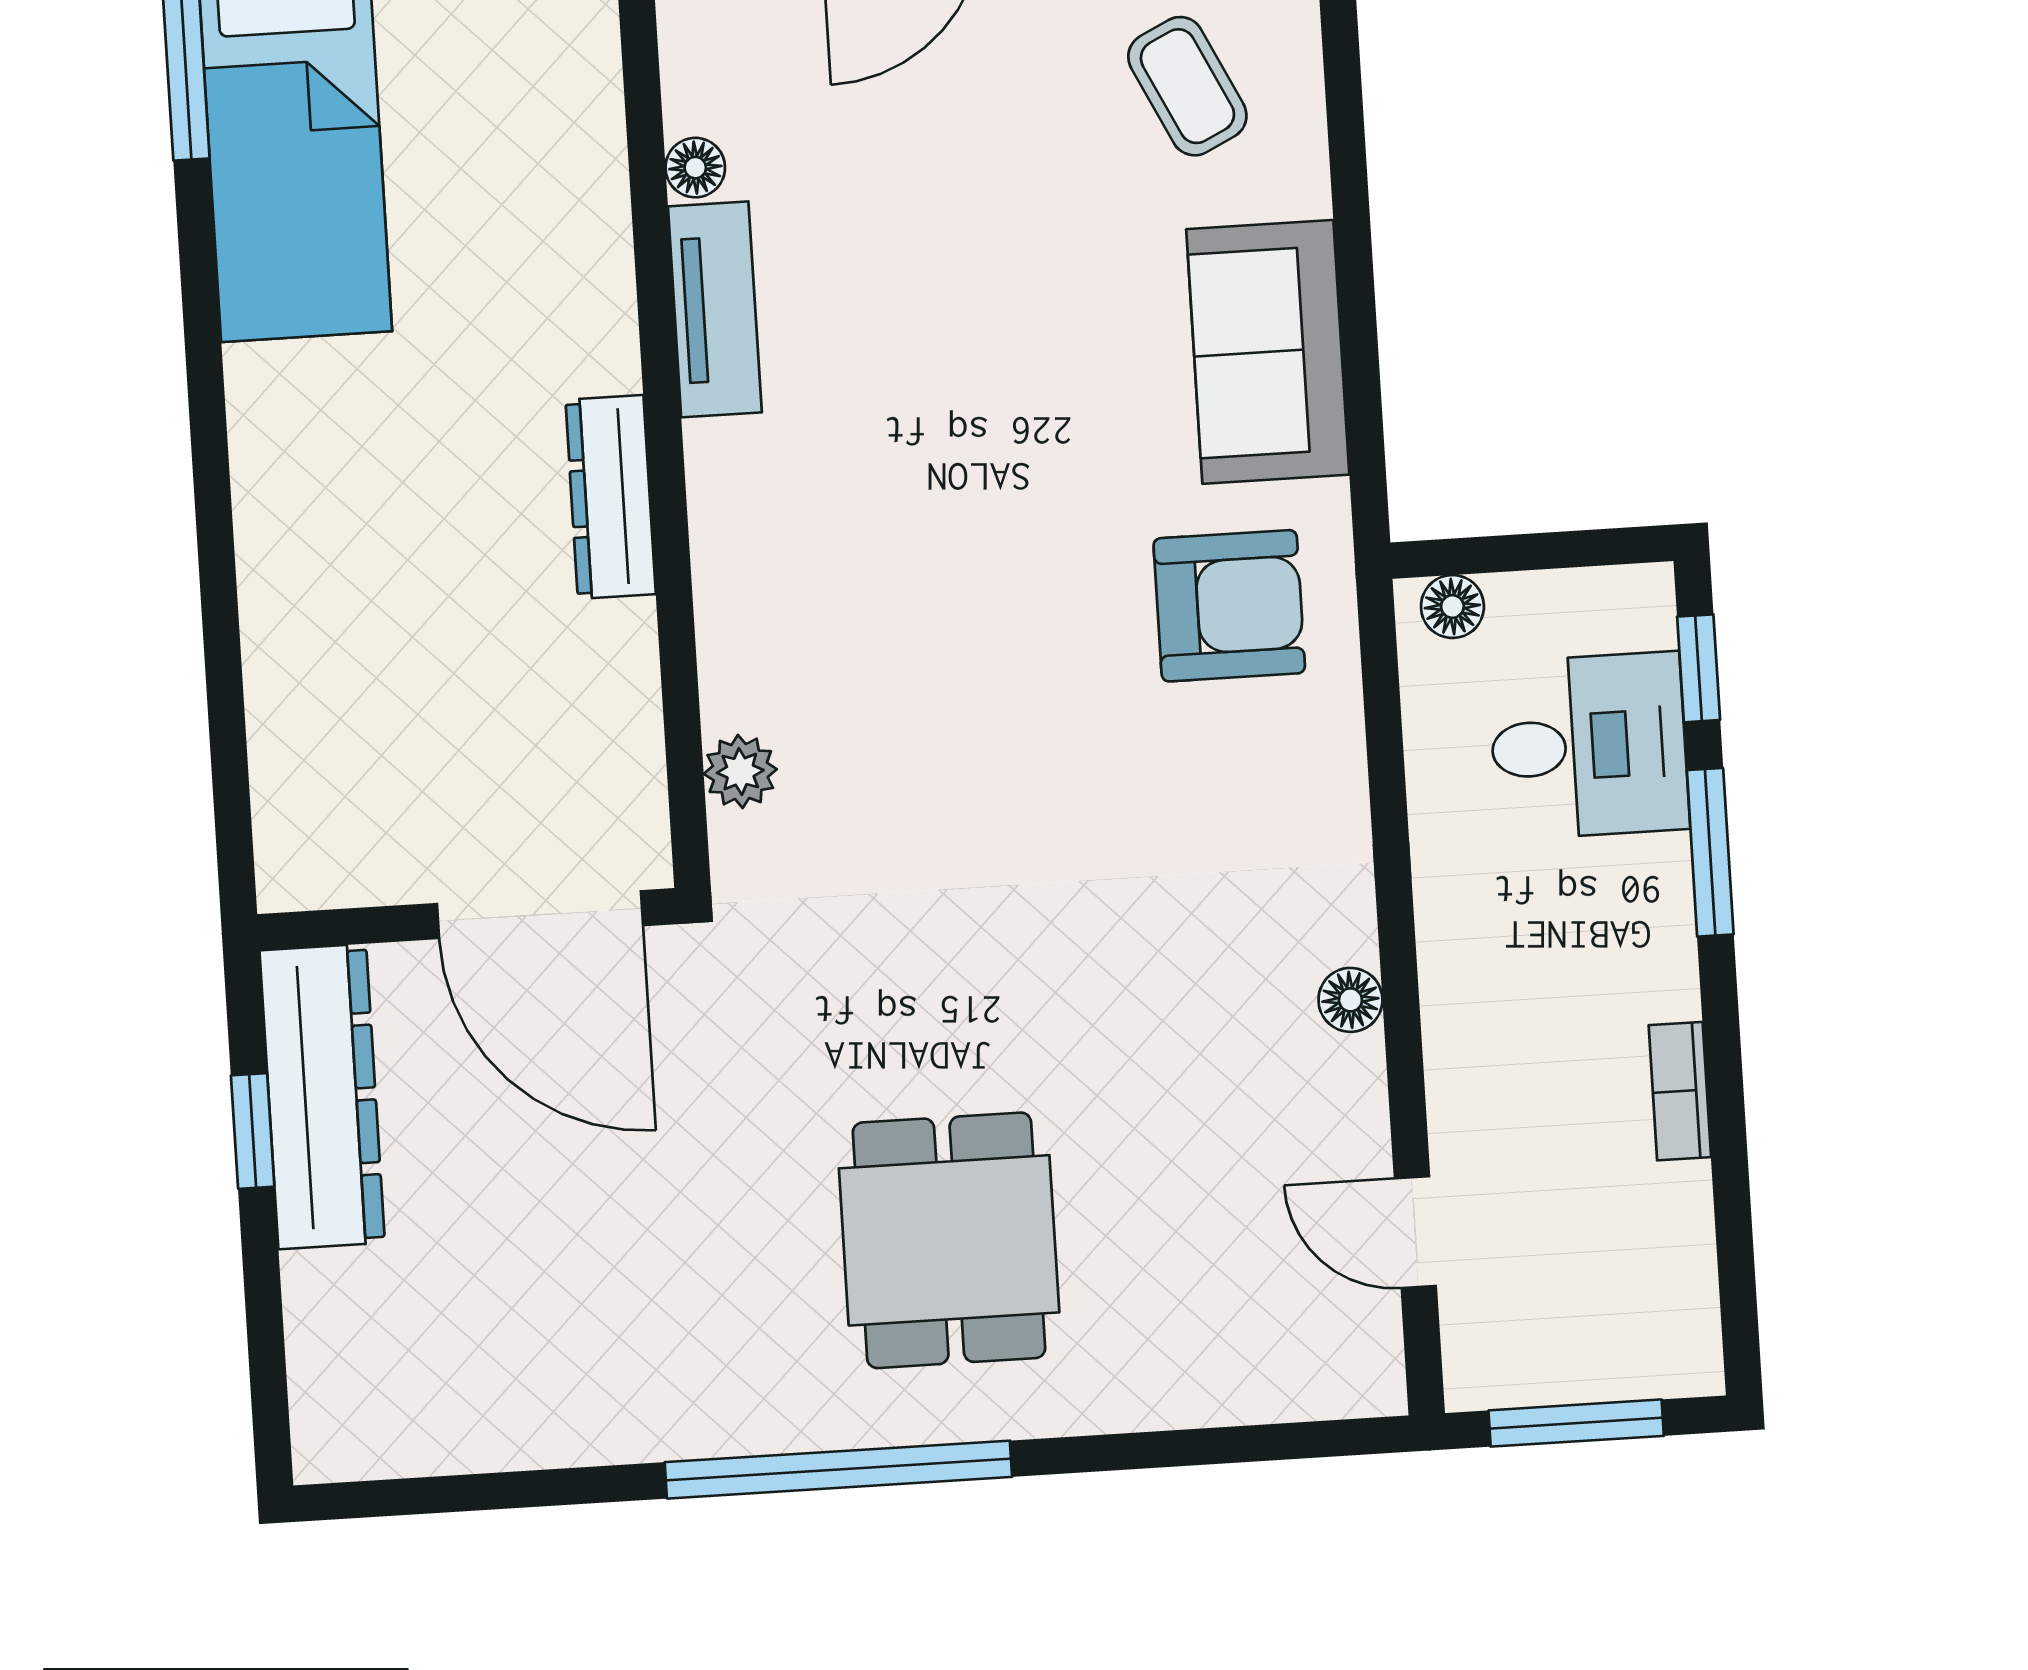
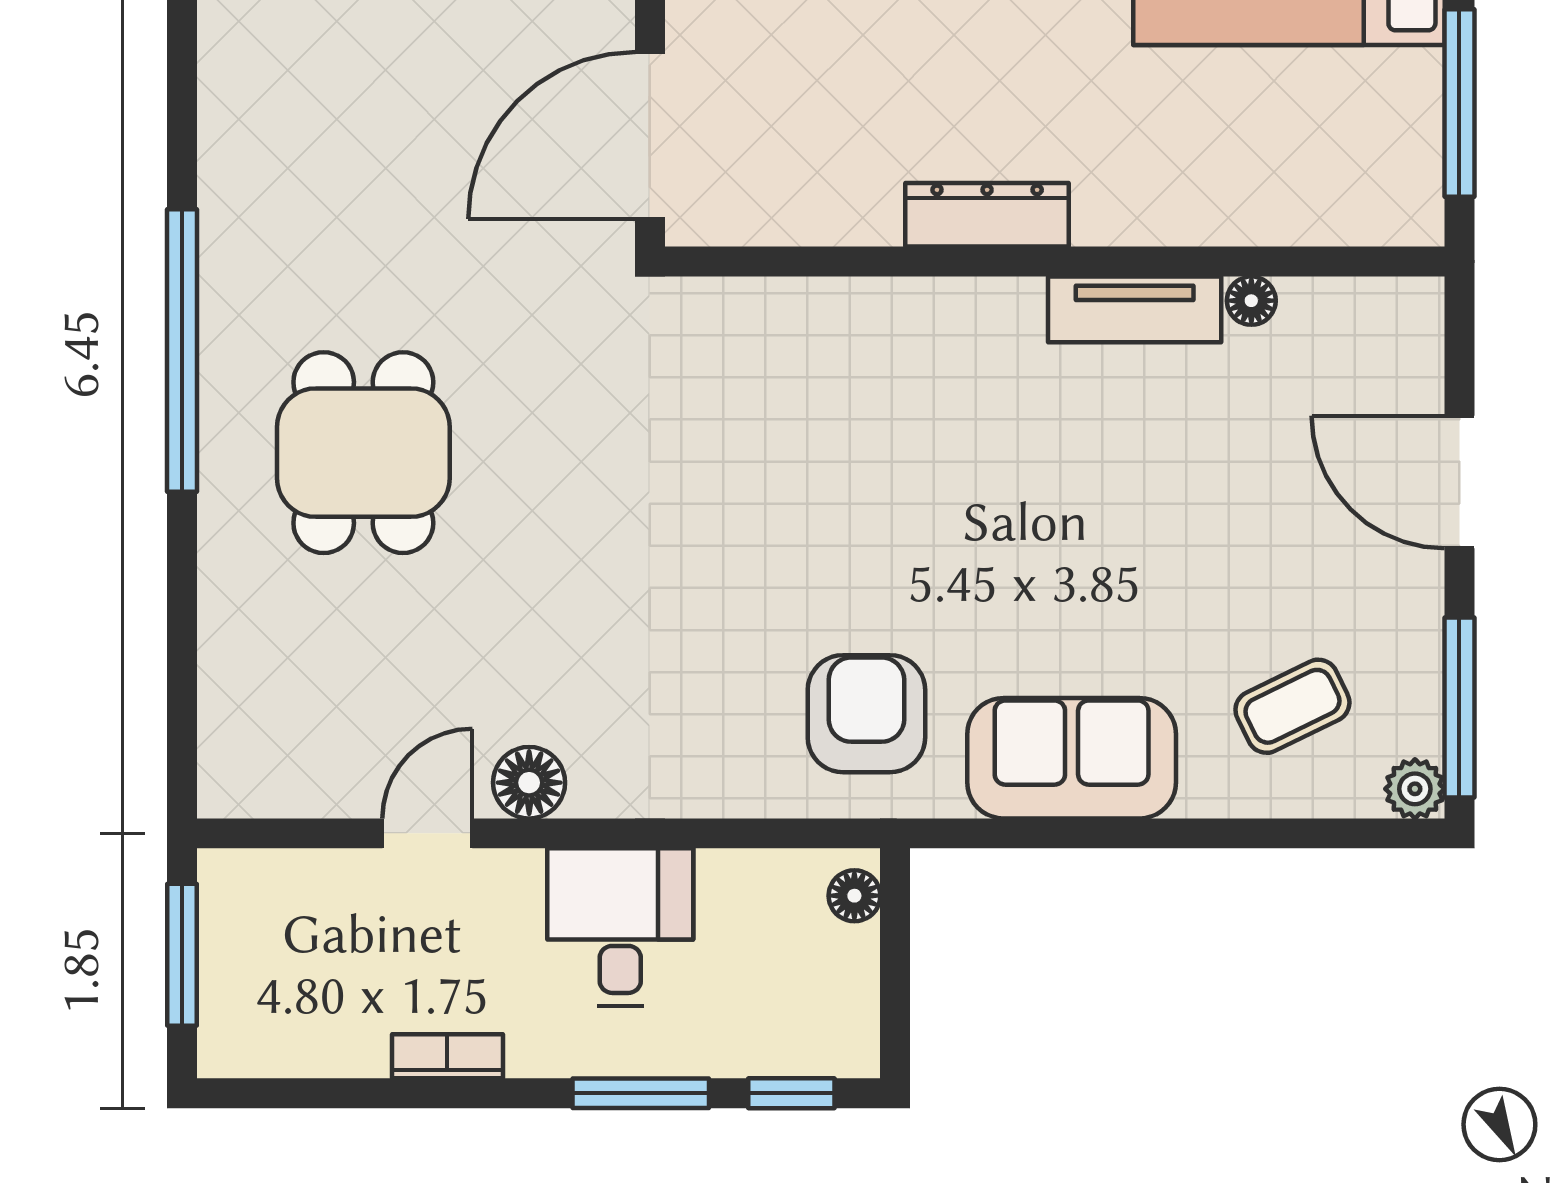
armchair: (1229, 606) -> (866, 714), turned 180
desk: (1589, 746) -> (620, 927), moved, turned 180
plant: (740, 771) -> (756, 306), removed
floor lamp: (1350, 1000) -> (529, 783), width x1.37, depth x1.37
door: (1415, 1232) -> (427, 833), moved
dining table: (949, 1240) -> (363, 453), turned 90

